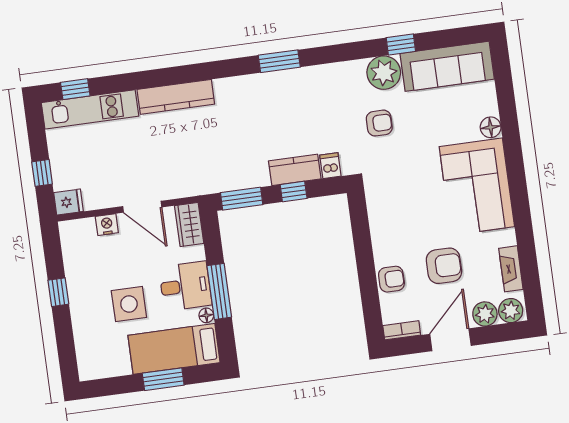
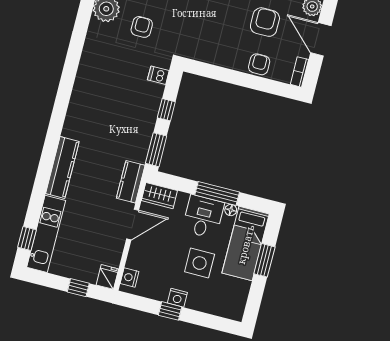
window: (279, 61) -> (67, 82), removed
kitchen counter: (295, 170) -> (131, 182), moved
nightstand: (107, 225) -> (130, 277), moved
nightstand: (77, 295) -> (177, 298), added

